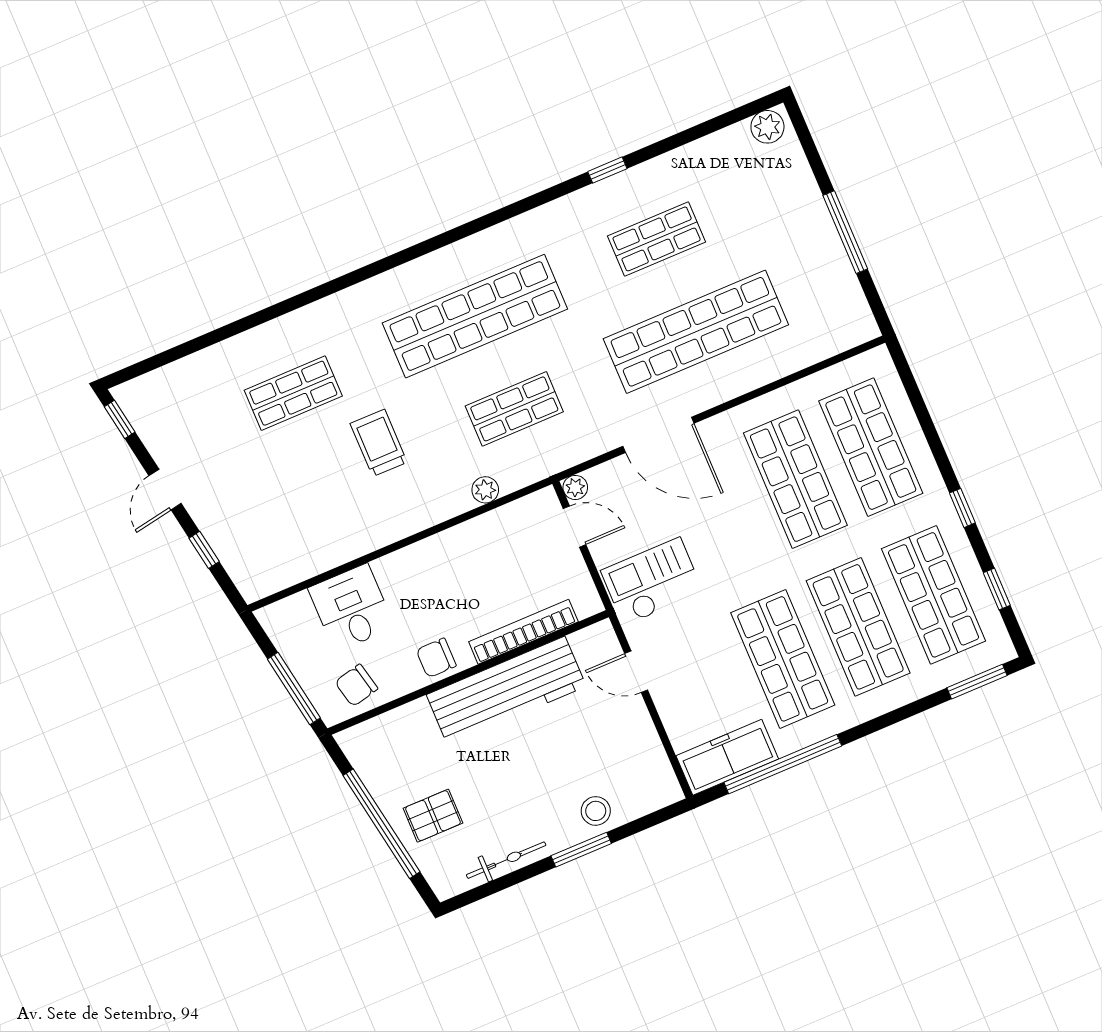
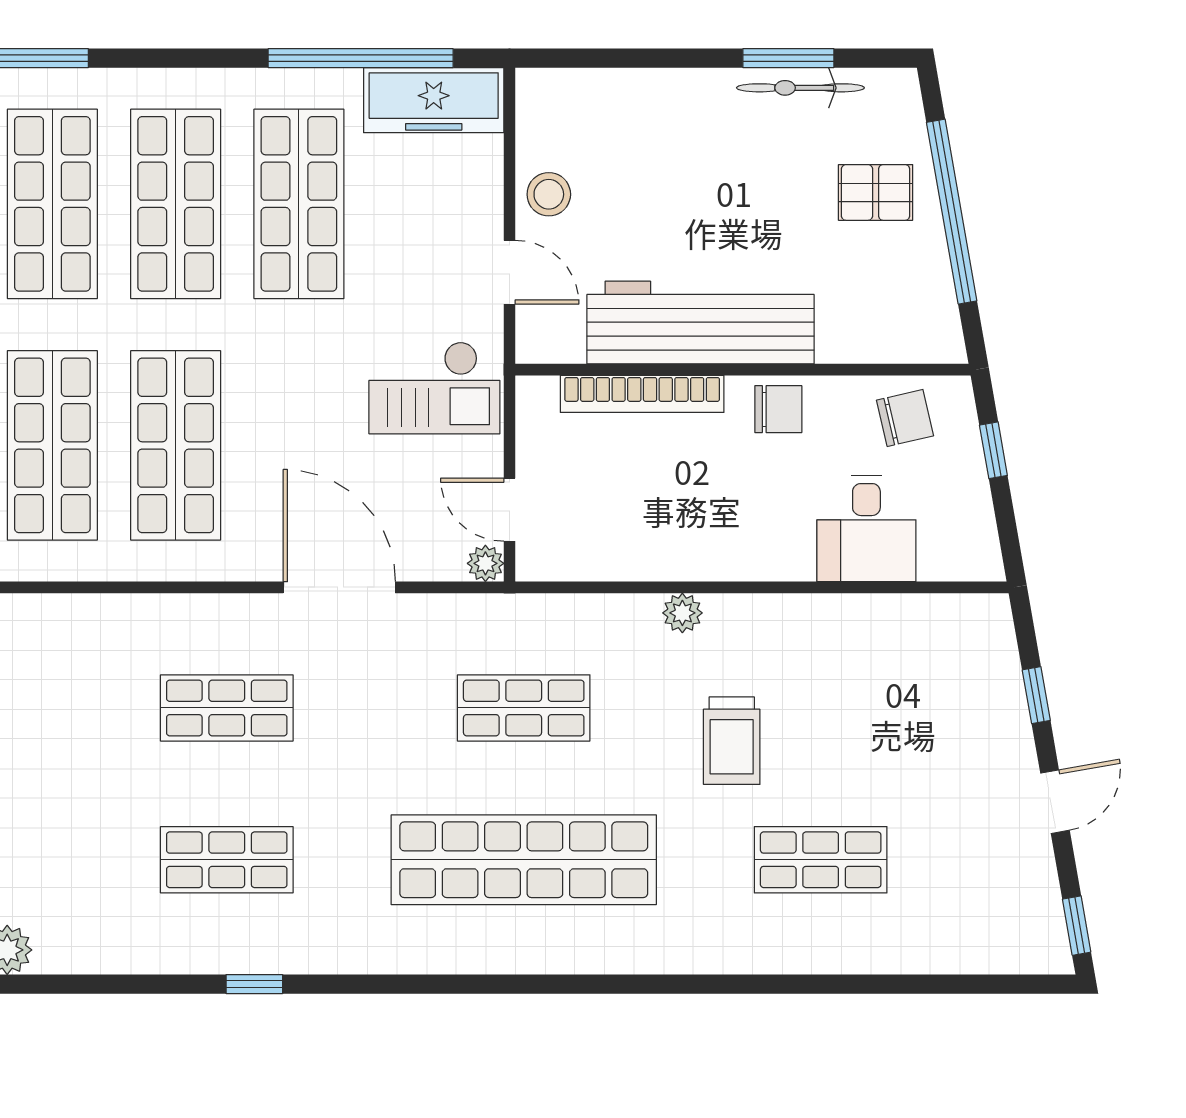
shop shelf: (696, 332) -> (227, 708), width x0.50, depth x0.74
plant: (485, 490) -> (682, 613), moved
window: (294, 688) -> (993, 450), width x0.46
stool: (596, 811) -> (549, 194), moved
window: (581, 850) -> (788, 58), moved

